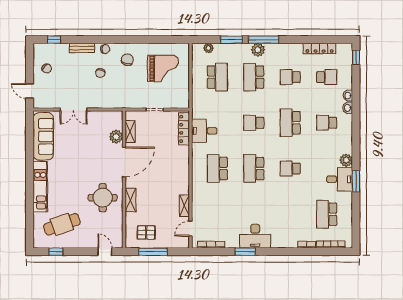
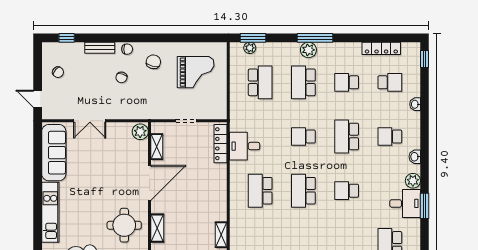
window: (231, 40) -> (253, 38), moved
washbasin: (348, 108) -> (415, 157), moved
plant: (116, 137) -> (140, 132), moved

